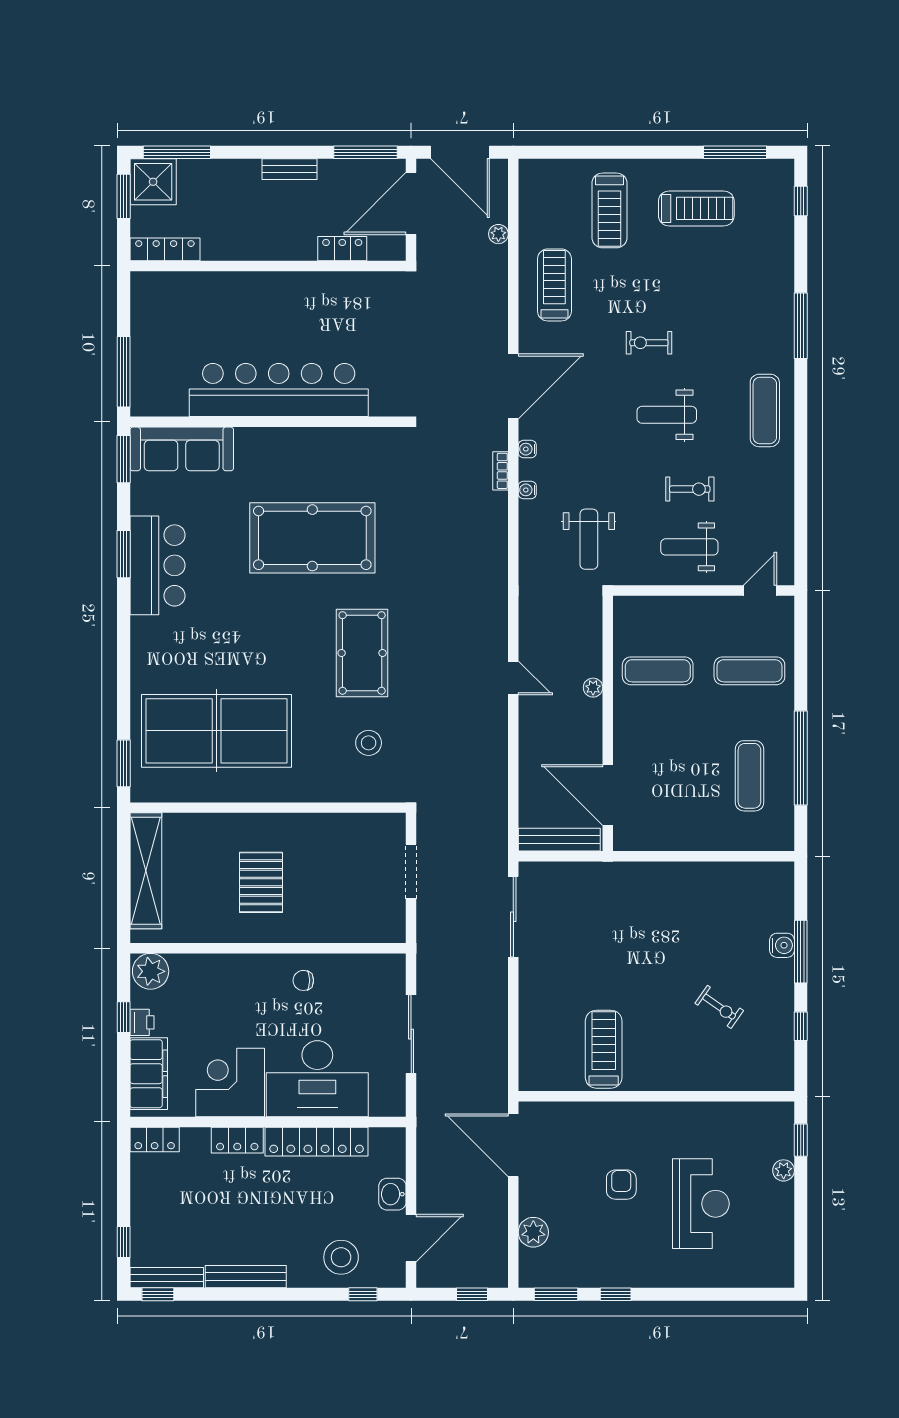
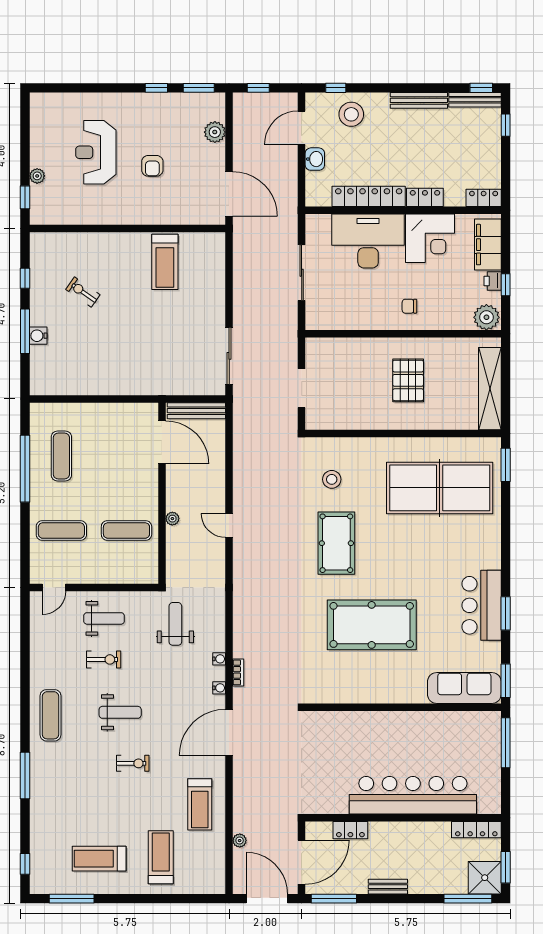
bar counter: (279, 390) -> (413, 795), moved, turned 180
exercise bike: (690, 489) -> (104, 659), turned 180
chair: (303, 980) -> (409, 306), moved, turned 180

